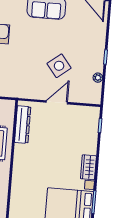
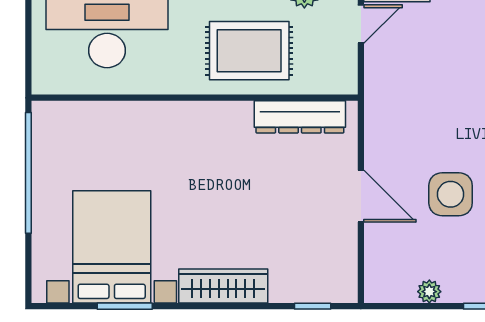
side table: (59, 66) -> (451, 194), turned 38
wardrobe: (88, 167) -> (223, 286), width x1.50

